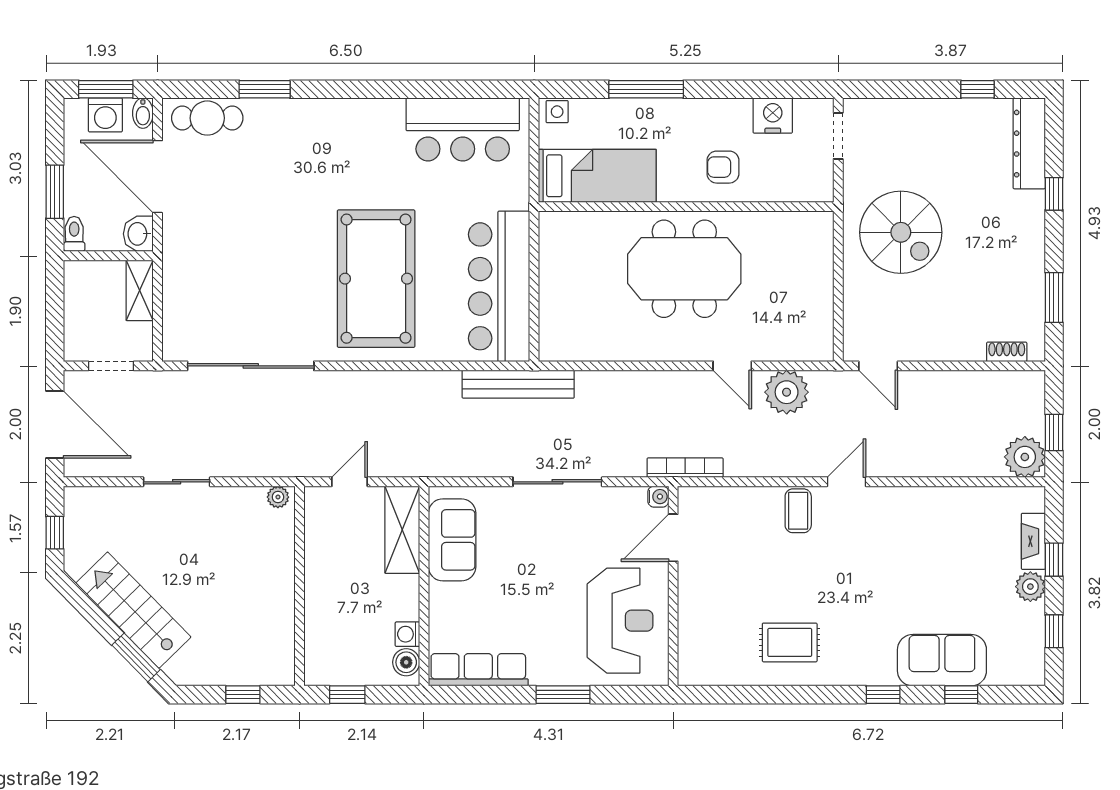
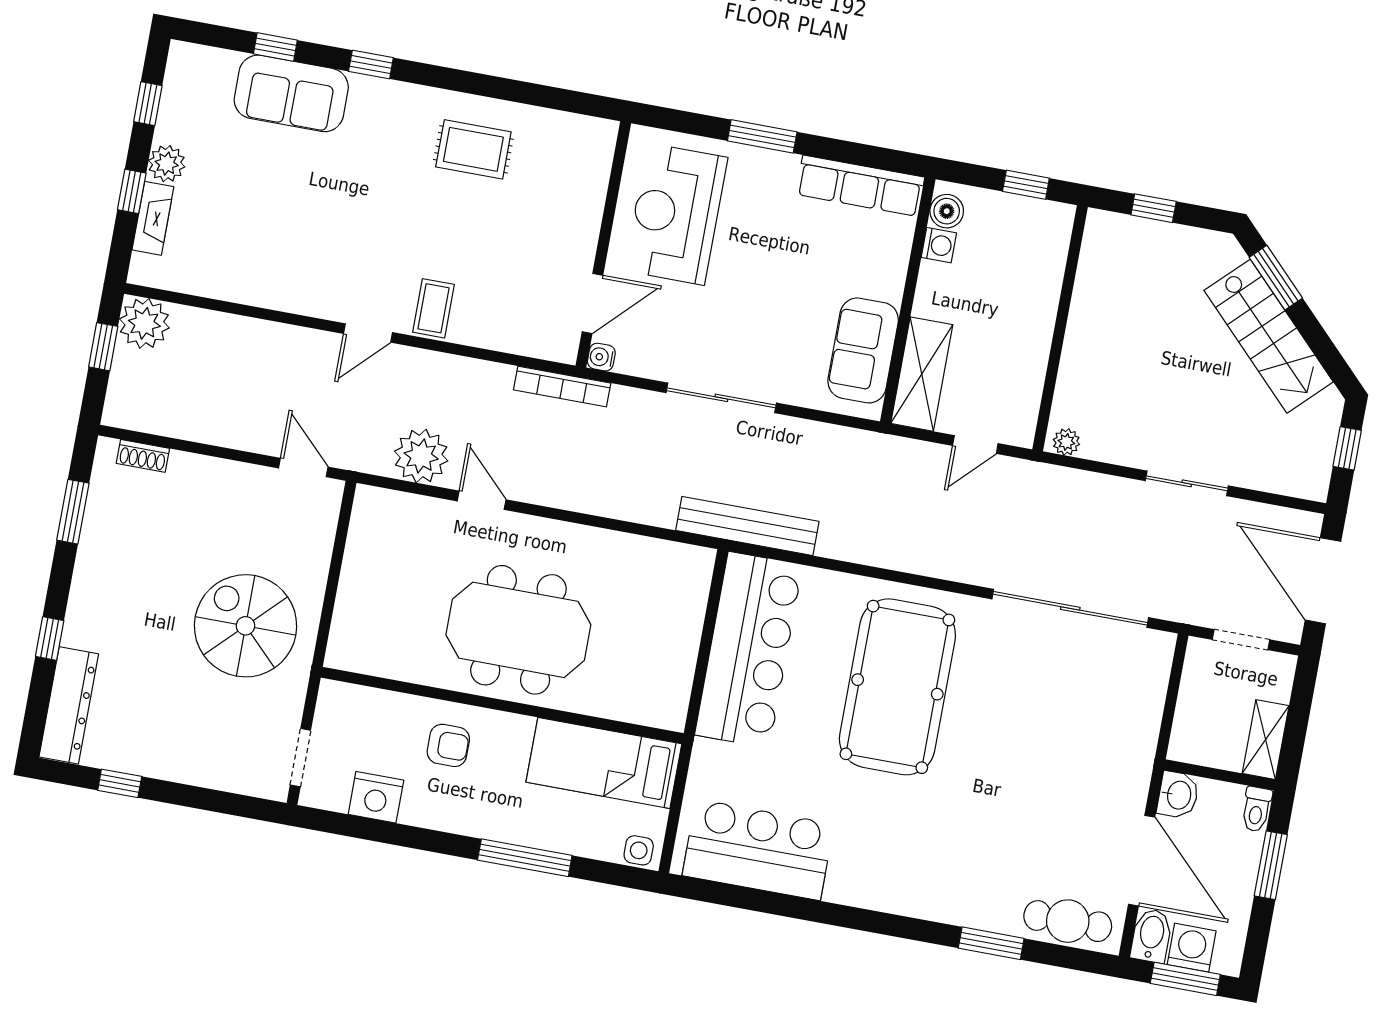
bidet: (143, 113) -> (1151, 936), width x1.38, depth x1.36
shelving: (140, 290) -> (1266, 740), moved

